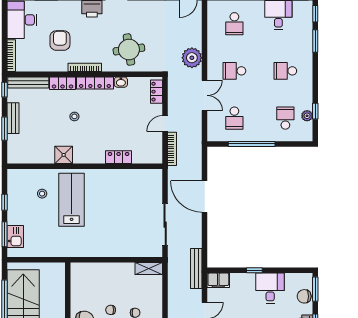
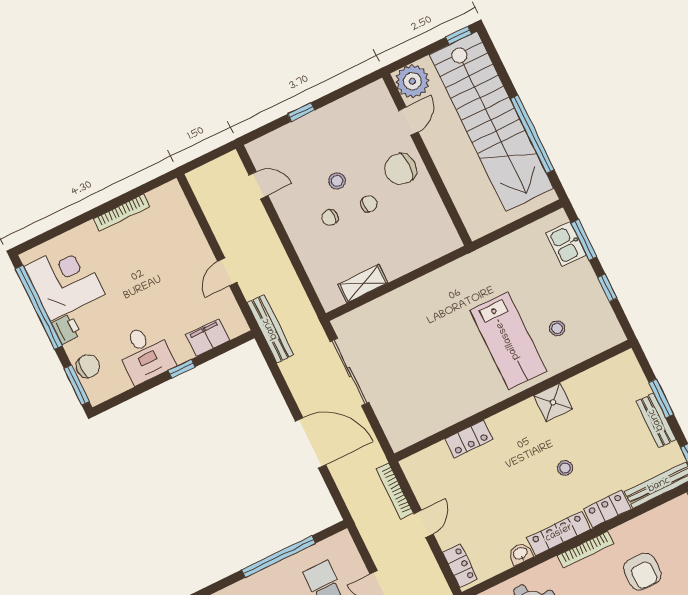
shelving: (149, 269) -> (363, 284), moved
filing cabinet: (218, 280) -> (208, 337), moved

